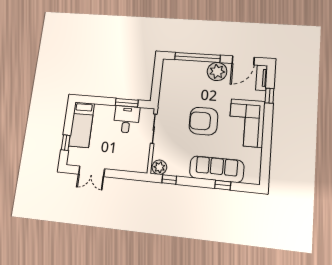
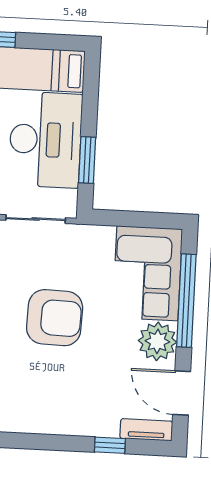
desk: (126, 119) -> (45, 140), width x1.87, depth x1.30
armchair: (203, 121) -> (55, 318), turned 92
corner sofa: (247, 123) -> (147, 273), moved, turned -90

